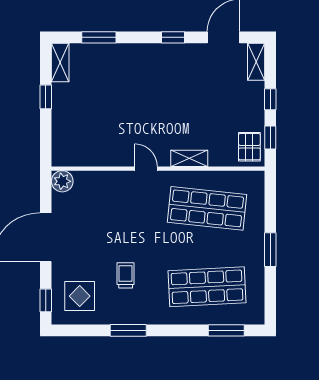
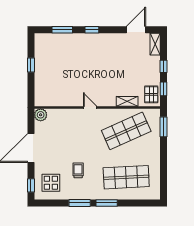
window: (173, 37) -> (92, 30), moved
shelving: (60, 62) -> (39, 45), removed
shelving: (189, 158) -> (127, 101), moved
shop shelf: (207, 208) -> (126, 131), turned -30
window: (270, 250) -> (164, 127), moved
window: (226, 330) -> (107, 203), moved

